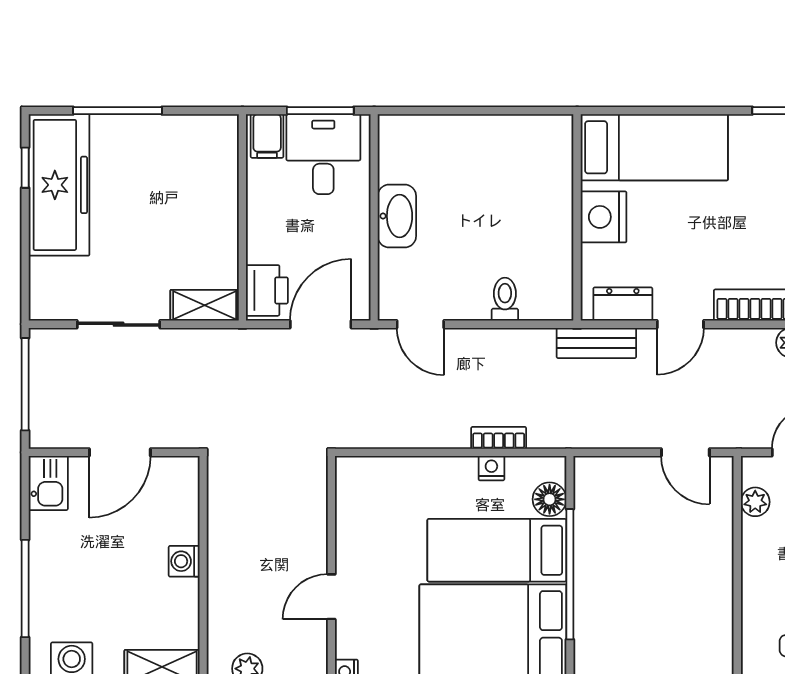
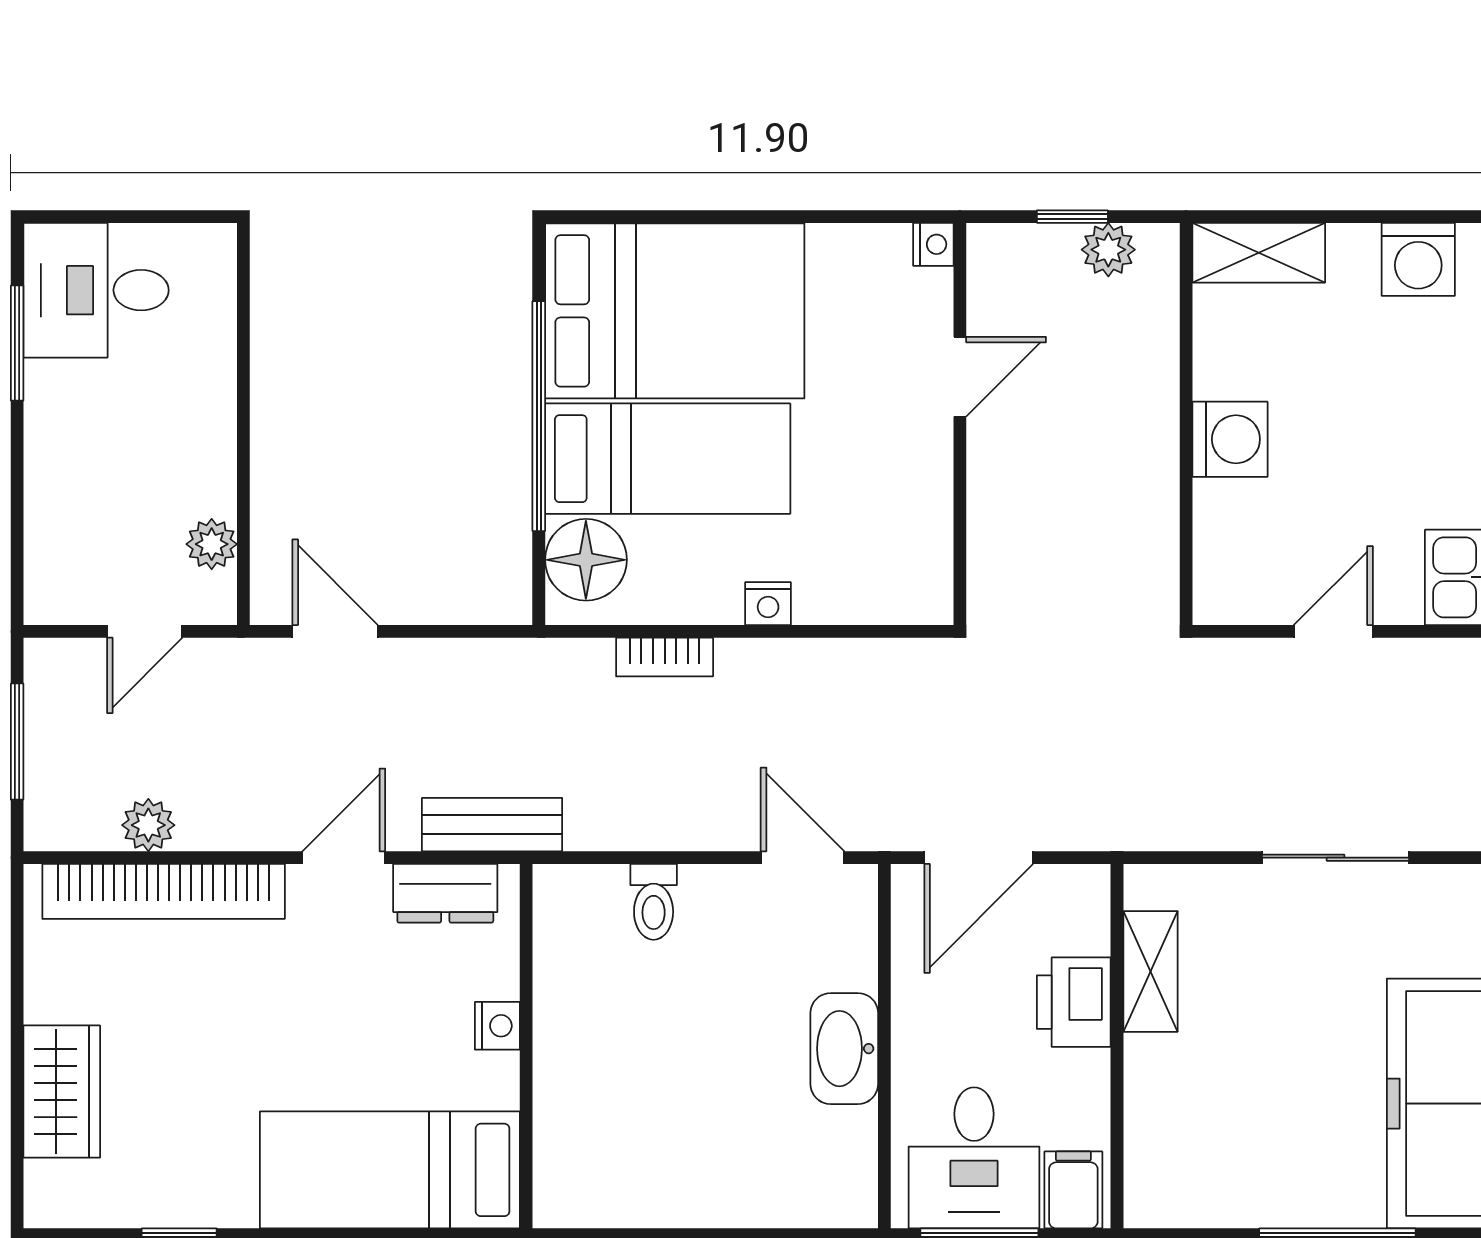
nightstand: (604, 217) -> (497, 1026), width x0.53, depth x0.56
printer: (267, 290) -> (1074, 1002), moved
shelving: (205, 305) -> (1150, 971), moved, turned 90
door: (120, 452) -> (1333, 631), width x0.73
nightstand: (491, 468) -> (768, 604), moved
floor lamp: (550, 499) -> (586, 560), width x1.38, depth x1.38
washing machine: (184, 561) -> (1230, 439), width x1.38, depth x1.38

